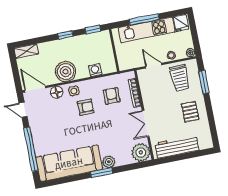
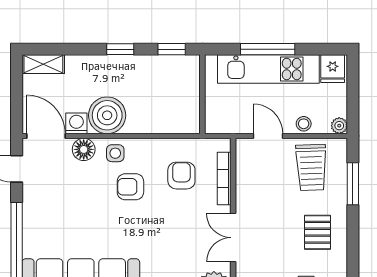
washing machine: (95, 70) -> (76, 123), moved
armchair: (86, 107) -> (130, 187), turned 180

